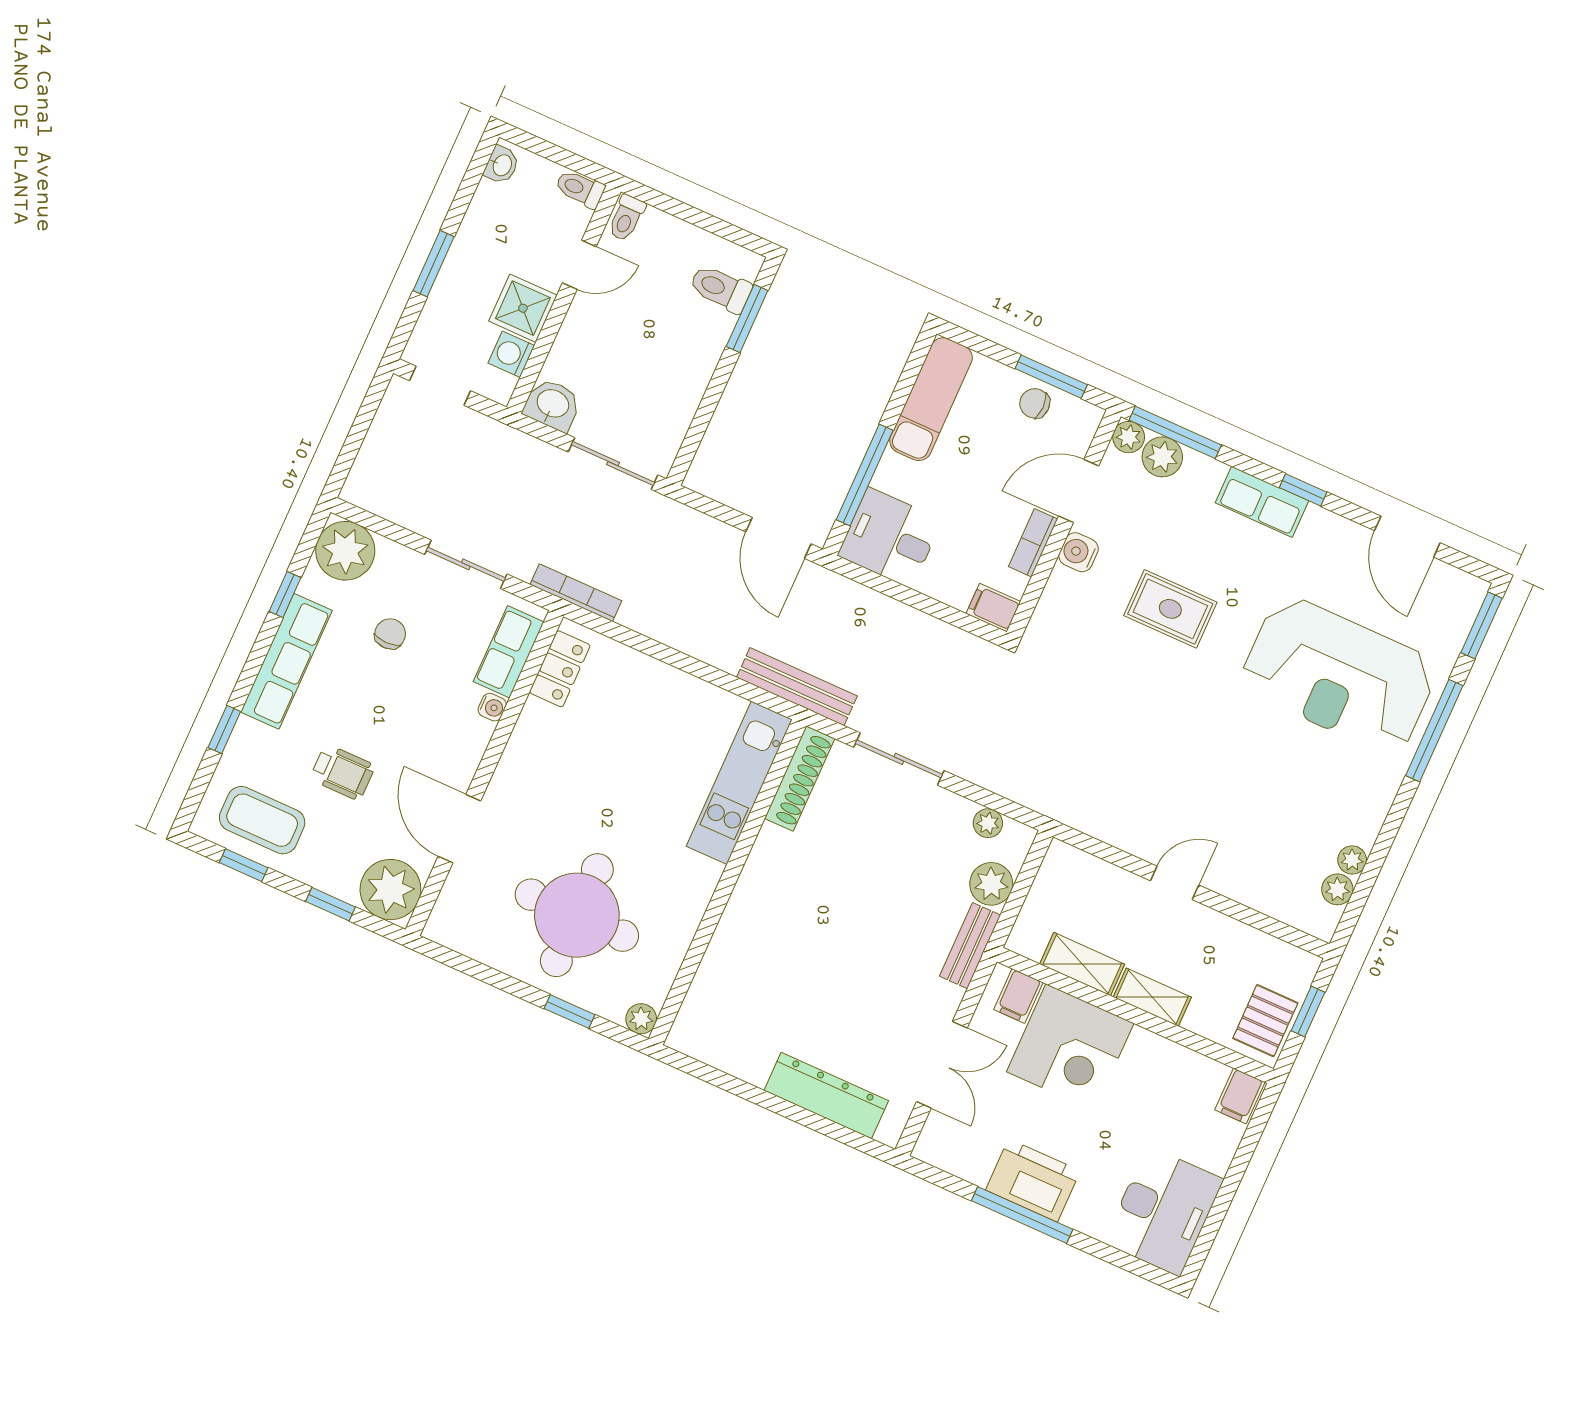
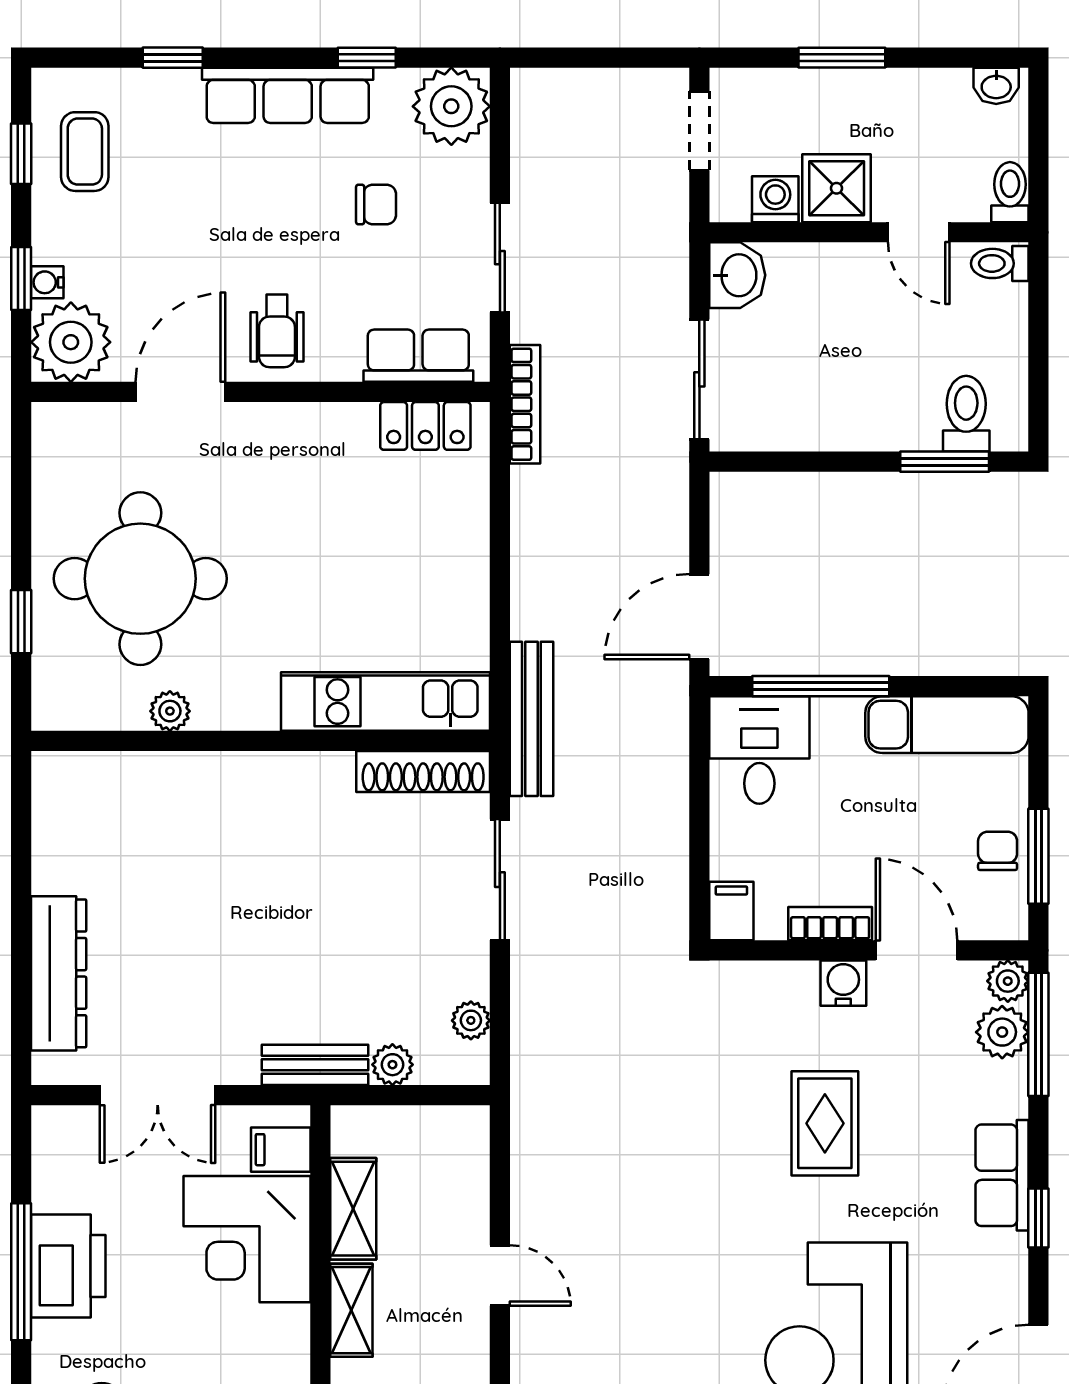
water cooler: (492, 707) -> (47, 282), moved, turned 90
wheelchair: (343, 772) -> (277, 331), moved
coffee table: (262, 820) -> (85, 152), width x0.73, depth x0.77
plant: (991, 884) -> (392, 1065), width x0.73, depth x0.73
plant: (641, 1019) -> (170, 711), moved

